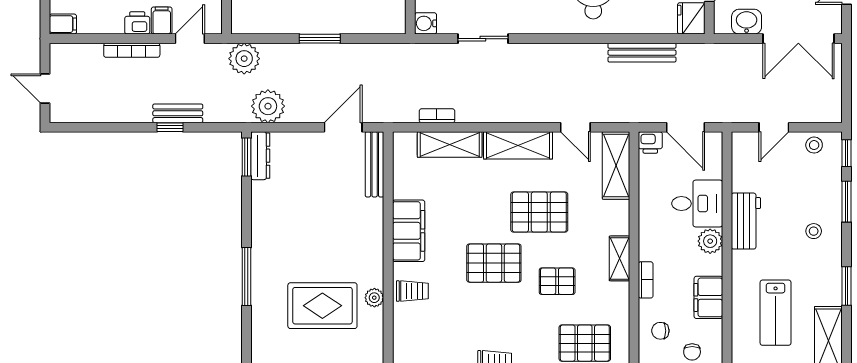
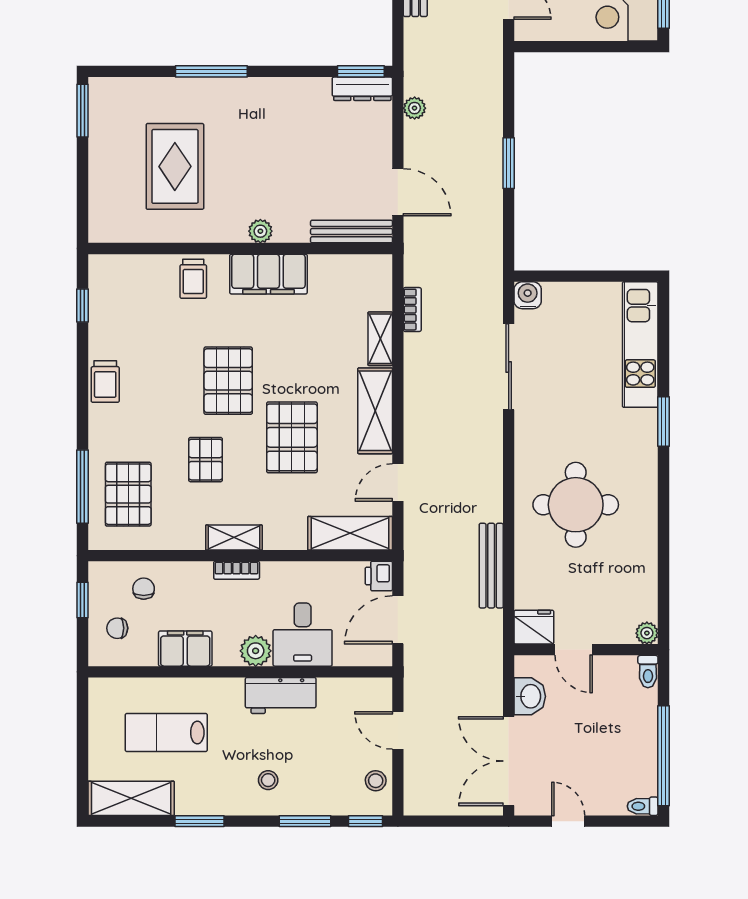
sliding door: (483, 39) -> (509, 367), width x1.37
plant: (244, 59) -> (484, 69), removed
plant: (268, 106) -> (415, 108), width x0.53, depth x0.53
shelving: (450, 145) -> (380, 339), width x0.67, depth x0.75
bookcase: (646, 280) -> (237, 570), moved
plant: (374, 298) -> (260, 231), moved

